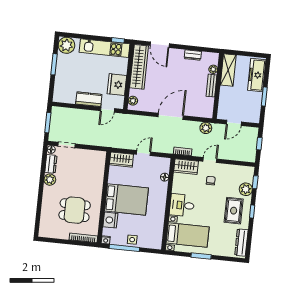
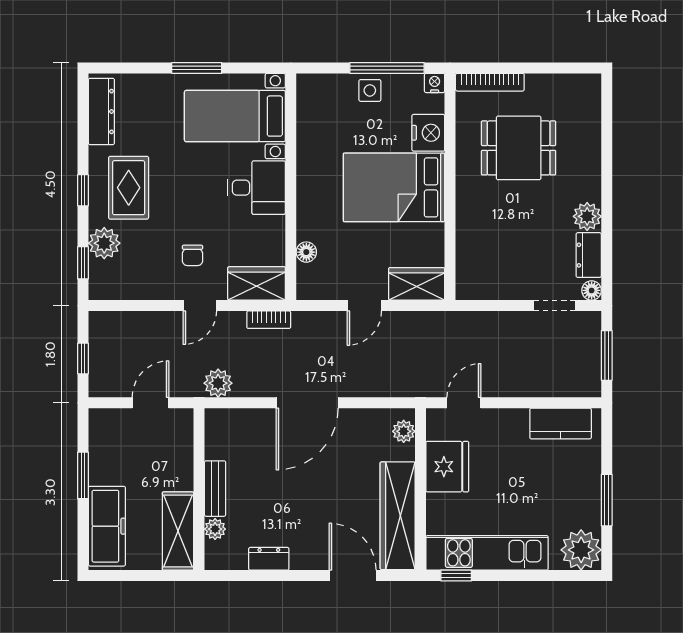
kitchen counter: (89, 99) -> (561, 424), moved

